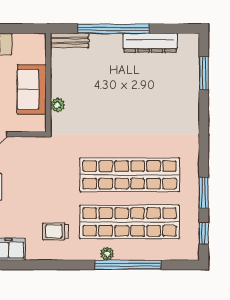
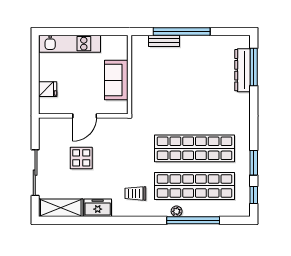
bench: (70, 40) -> (164, 41), moved
dresser: (150, 43) -> (242, 70), moved, turned 90
window: (204, 73) -> (254, 67), width x1.44
plant: (57, 105) -> (137, 93), removed

